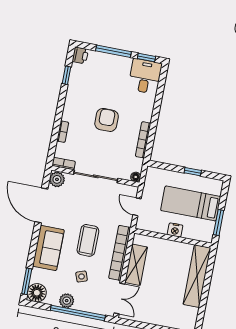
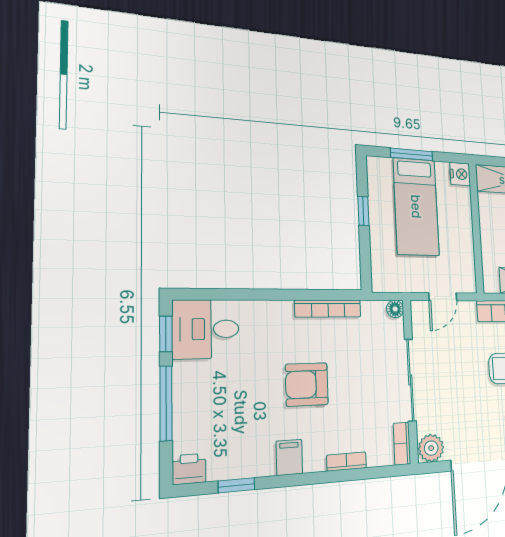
filing cabinet: (73, 103) -> (289, 457), added
window: (219, 223) -> (412, 154), moved
nightstand: (175, 230) -> (460, 174), moved

